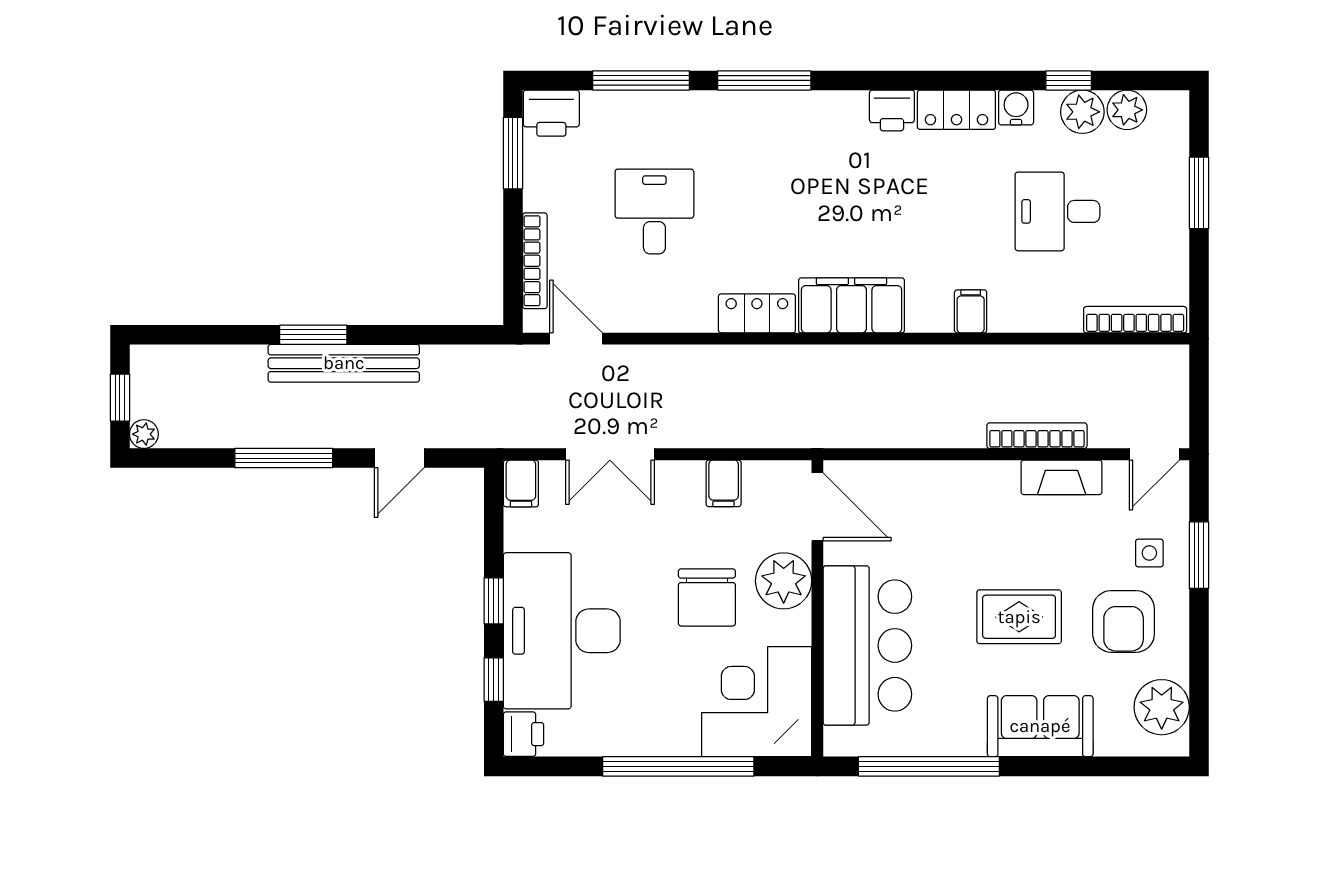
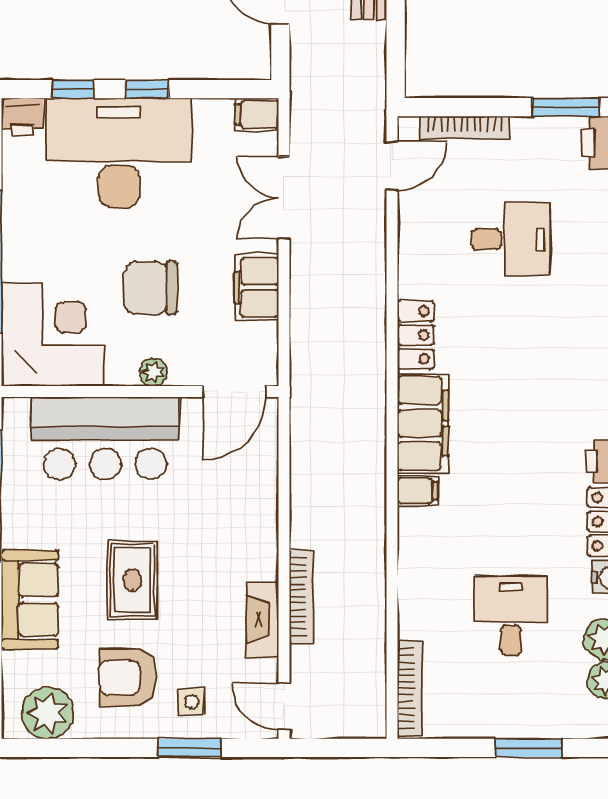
filing cabinet: (971, 311) -> (418, 491), moved
filing cabinet: (724, 483) -> (257, 287), width x2.00
plant: (784, 581) -> (153, 372), width x0.53, depth x0.53

